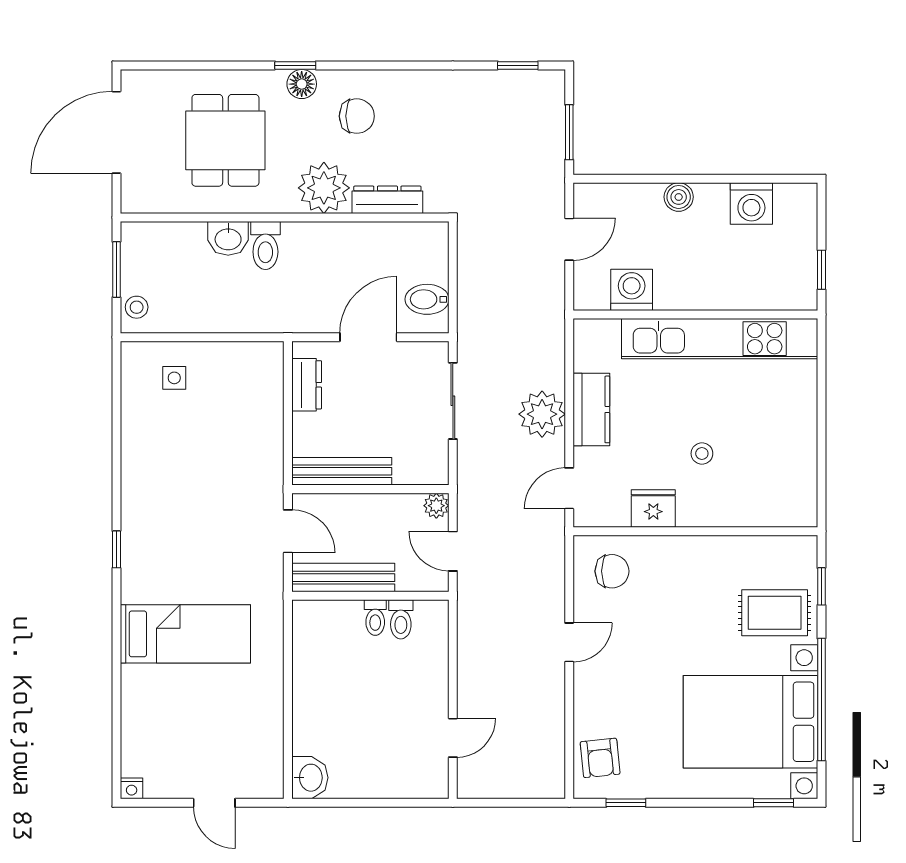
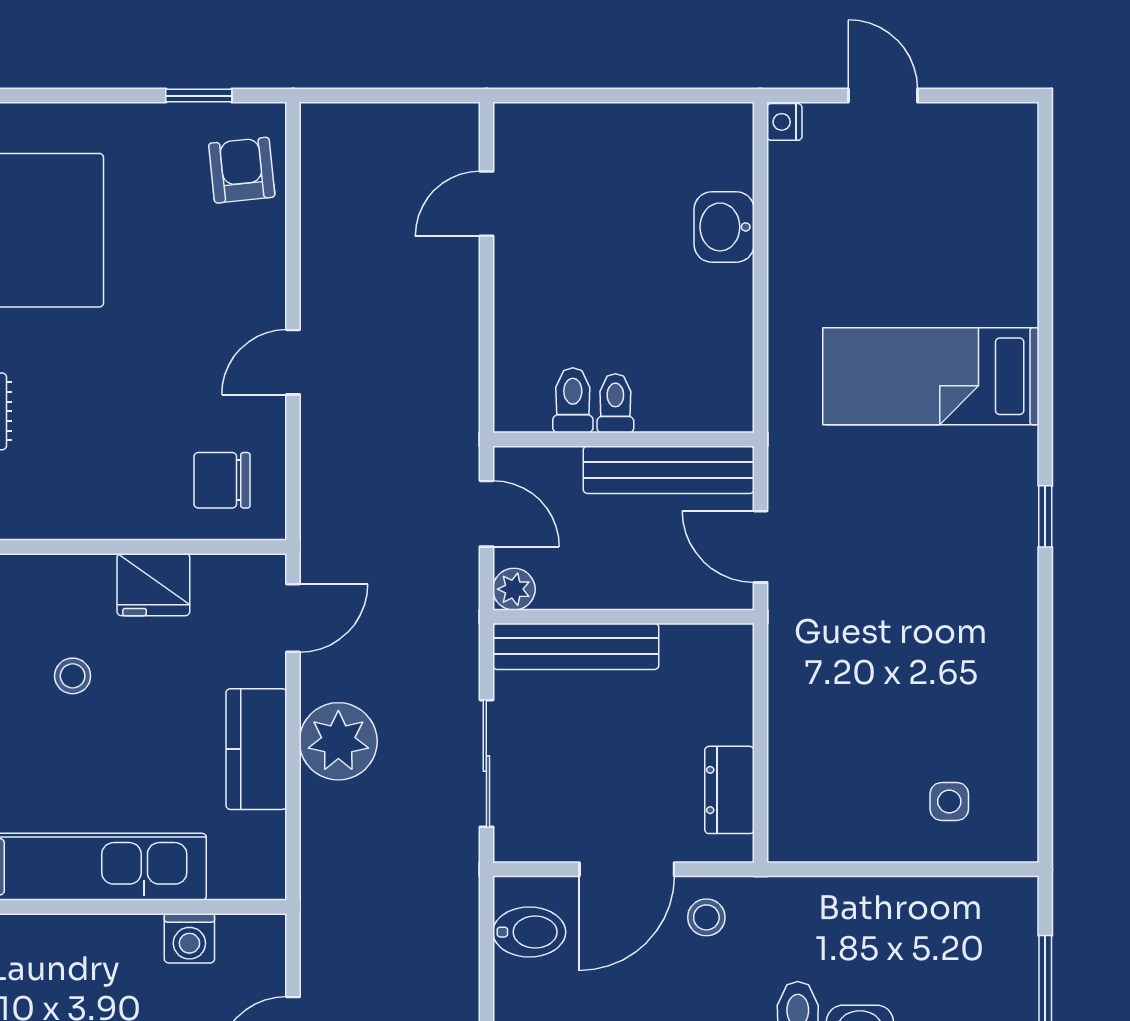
washing machine: (632, 290) -> (189, 938), width x0.73, depth x0.73
stool: (137, 307) -> (706, 917), moved
bench: (342, 471) -> (576, 646), moved
washbasin: (310, 778) -> (724, 227), moved
nightstand: (132, 788) -> (784, 122), moved, turned -90

